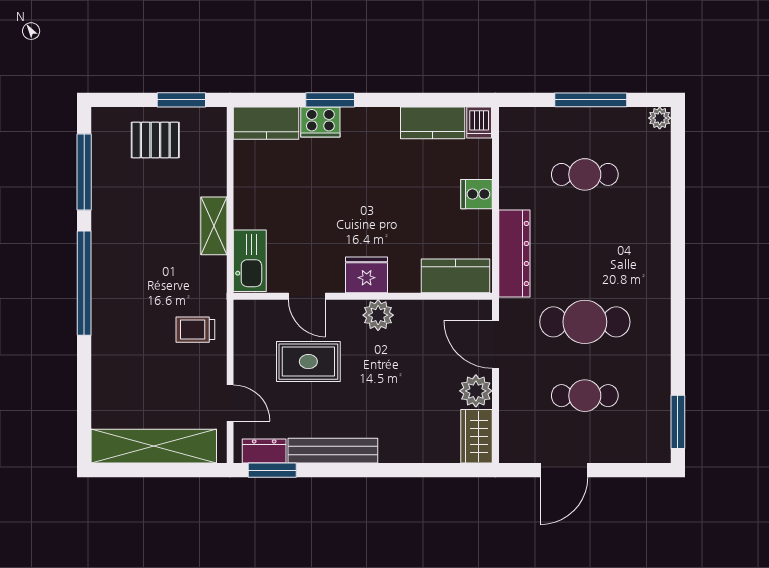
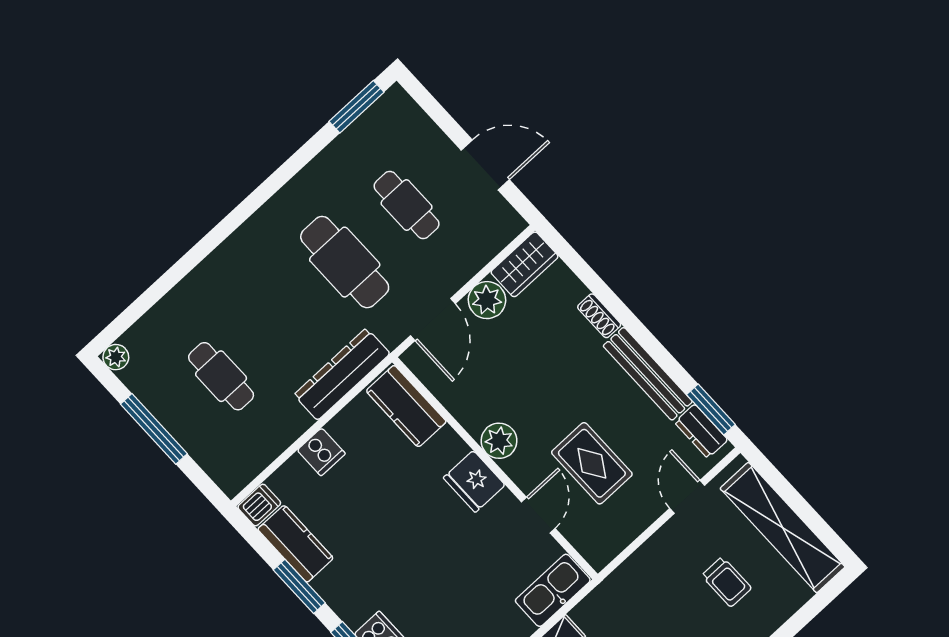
window: (403, 100) -> (299, 586), added
trolley: (195, 330) -> (726, 582), moved
shoe rack: (399, 454) -> (599, 316), added

